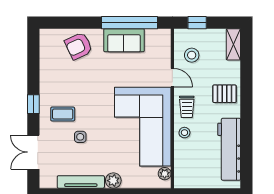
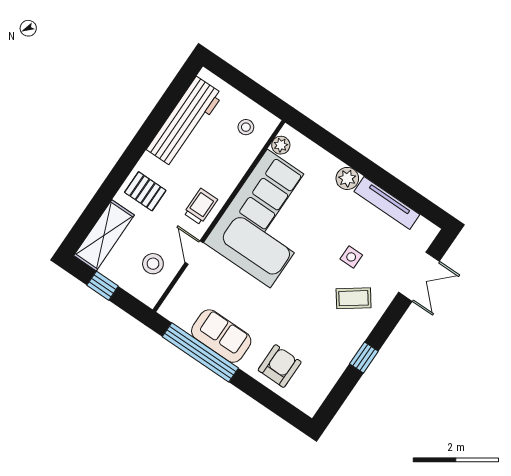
window: (197, 23) -> (103, 286), moved
shelving: (233, 44) -> (104, 235), width x1.50, depth x1.33
armchair: (79, 46) -> (280, 366), turned -65
window: (33, 104) -> (364, 358), moved
coffee table: (63, 114) -> (354, 298), turned -36
stool: (184, 133) -> (246, 127), moved

